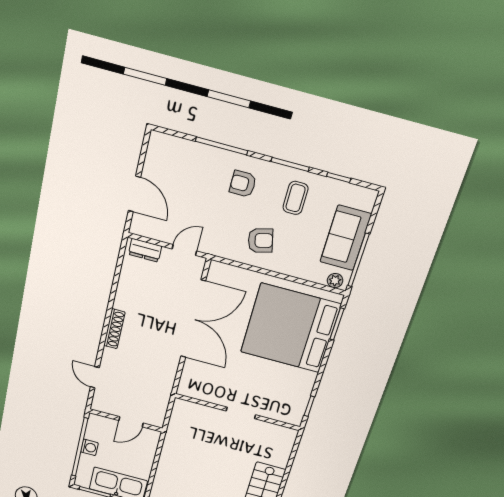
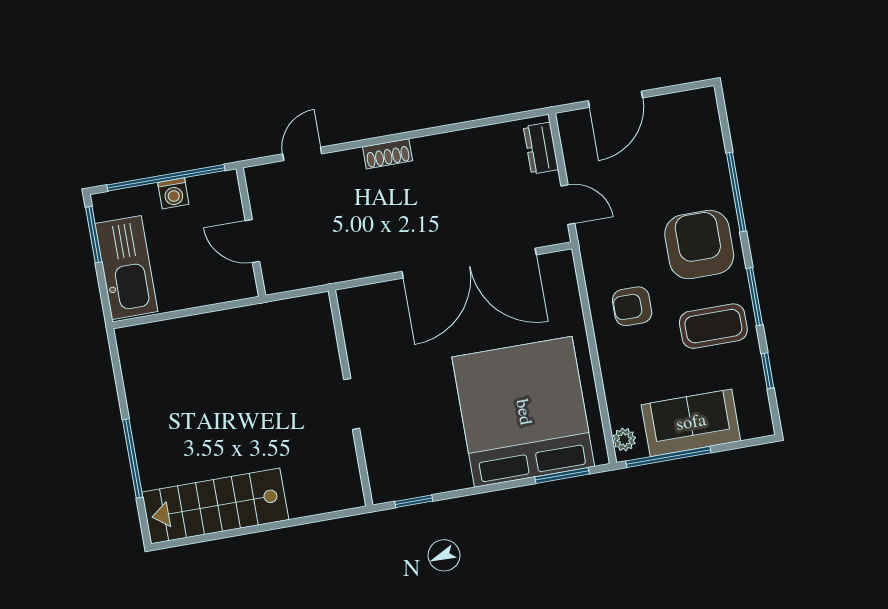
armchair: (243, 184) -> (699, 245), width x1.88, depth x1.88
coffee table: (295, 198) -> (713, 326), width x1.36, depth x1.30
armchair: (260, 240) -> (632, 306), turned 104
shoe rack: (114, 329) -> (388, 154), width x0.70

